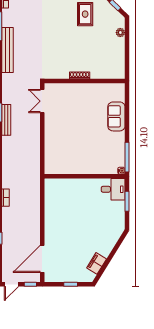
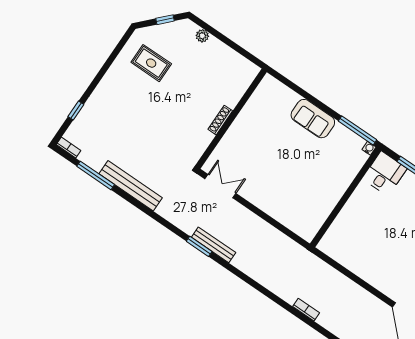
double door: (42, 101) -> (220, 186), swing flipped
sofa: (116, 116) -> (313, 119), moved

